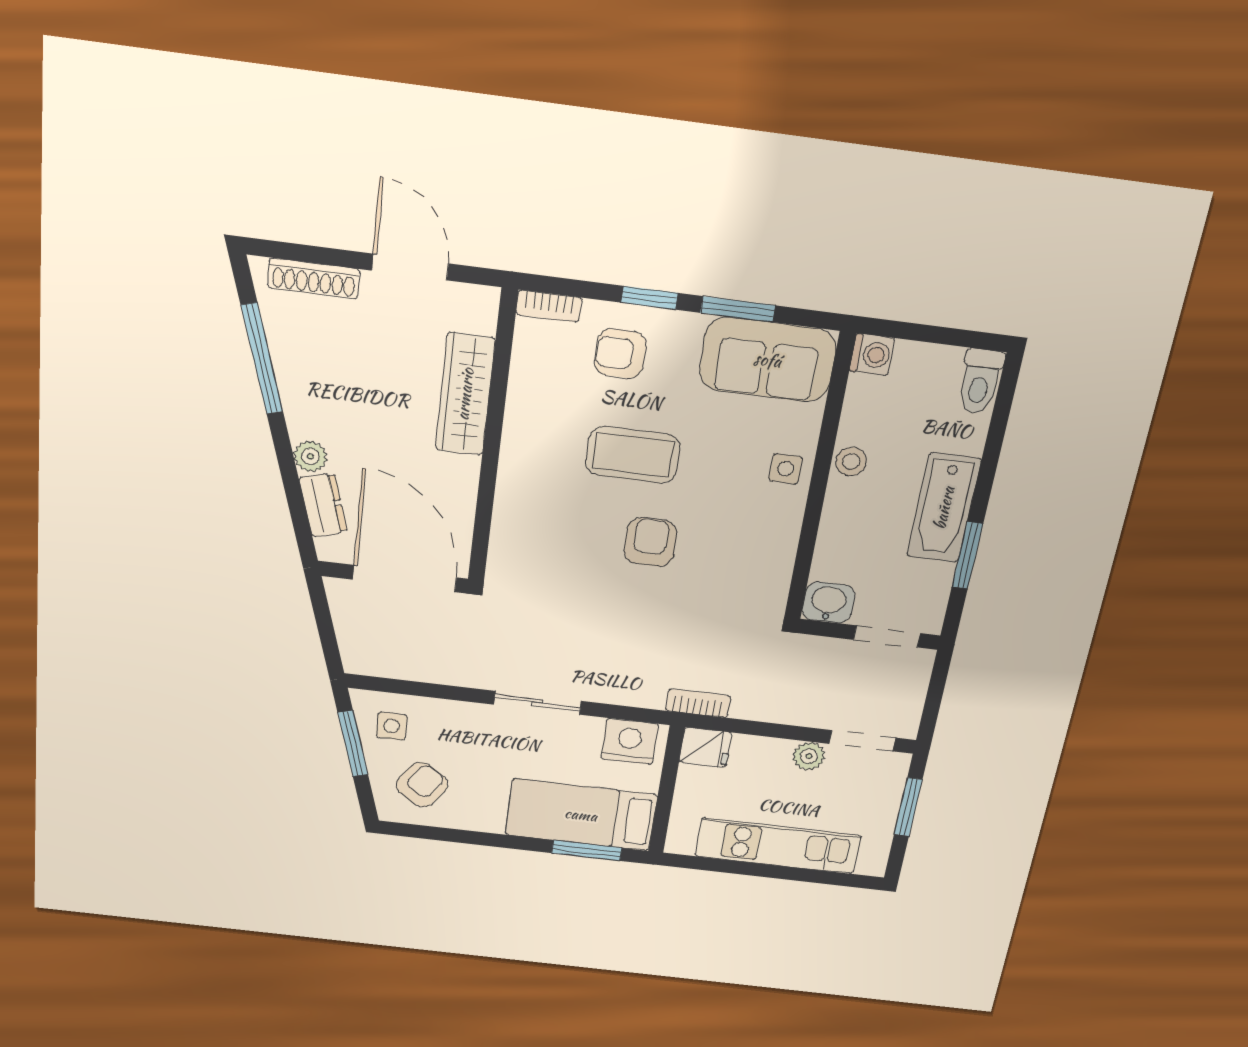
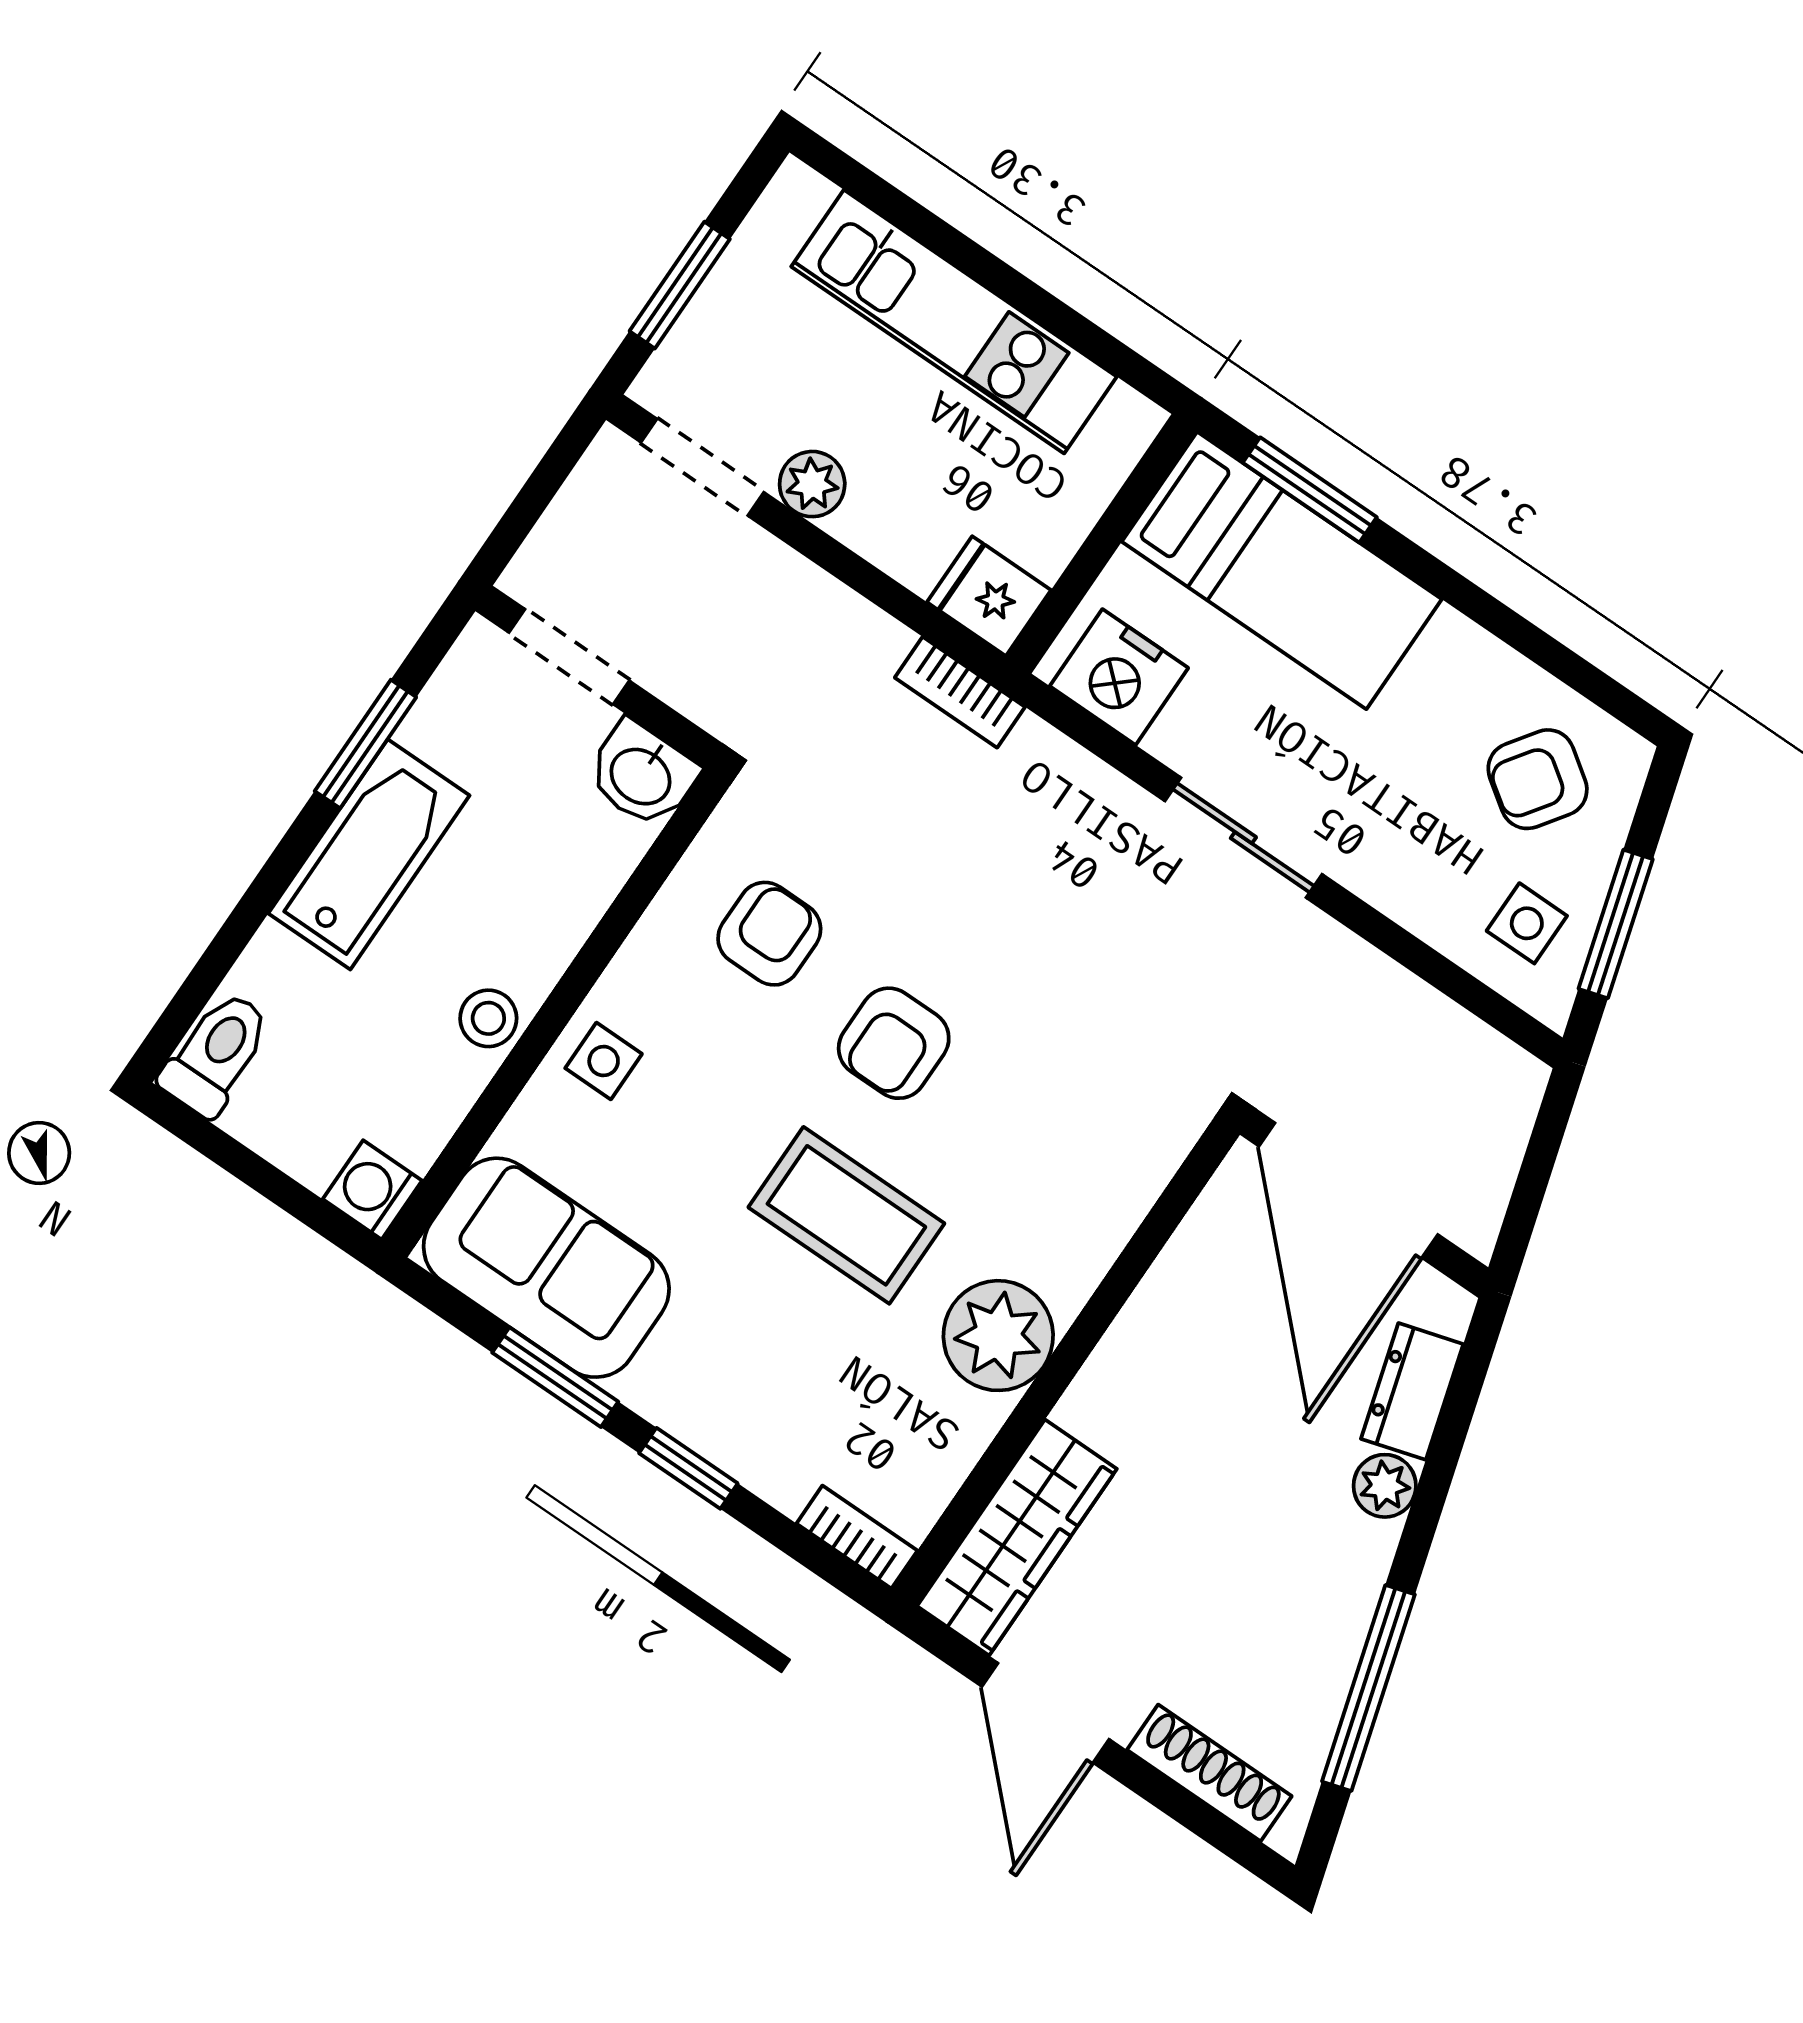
armchair: (620, 354) -> (769, 934), moved, turned -91
wardrobe: (465, 394) -> (1017, 1537), moved
plant: (531, 435) -> (998, 1336), added

